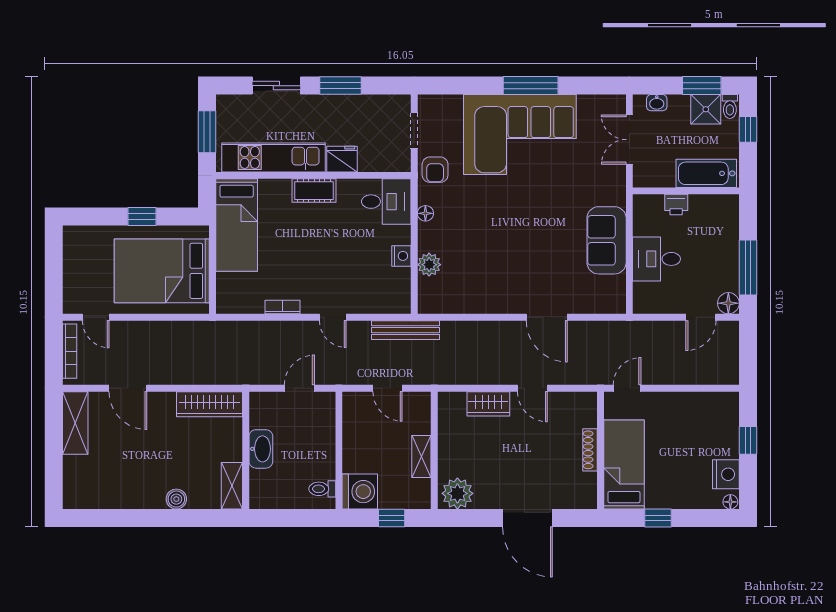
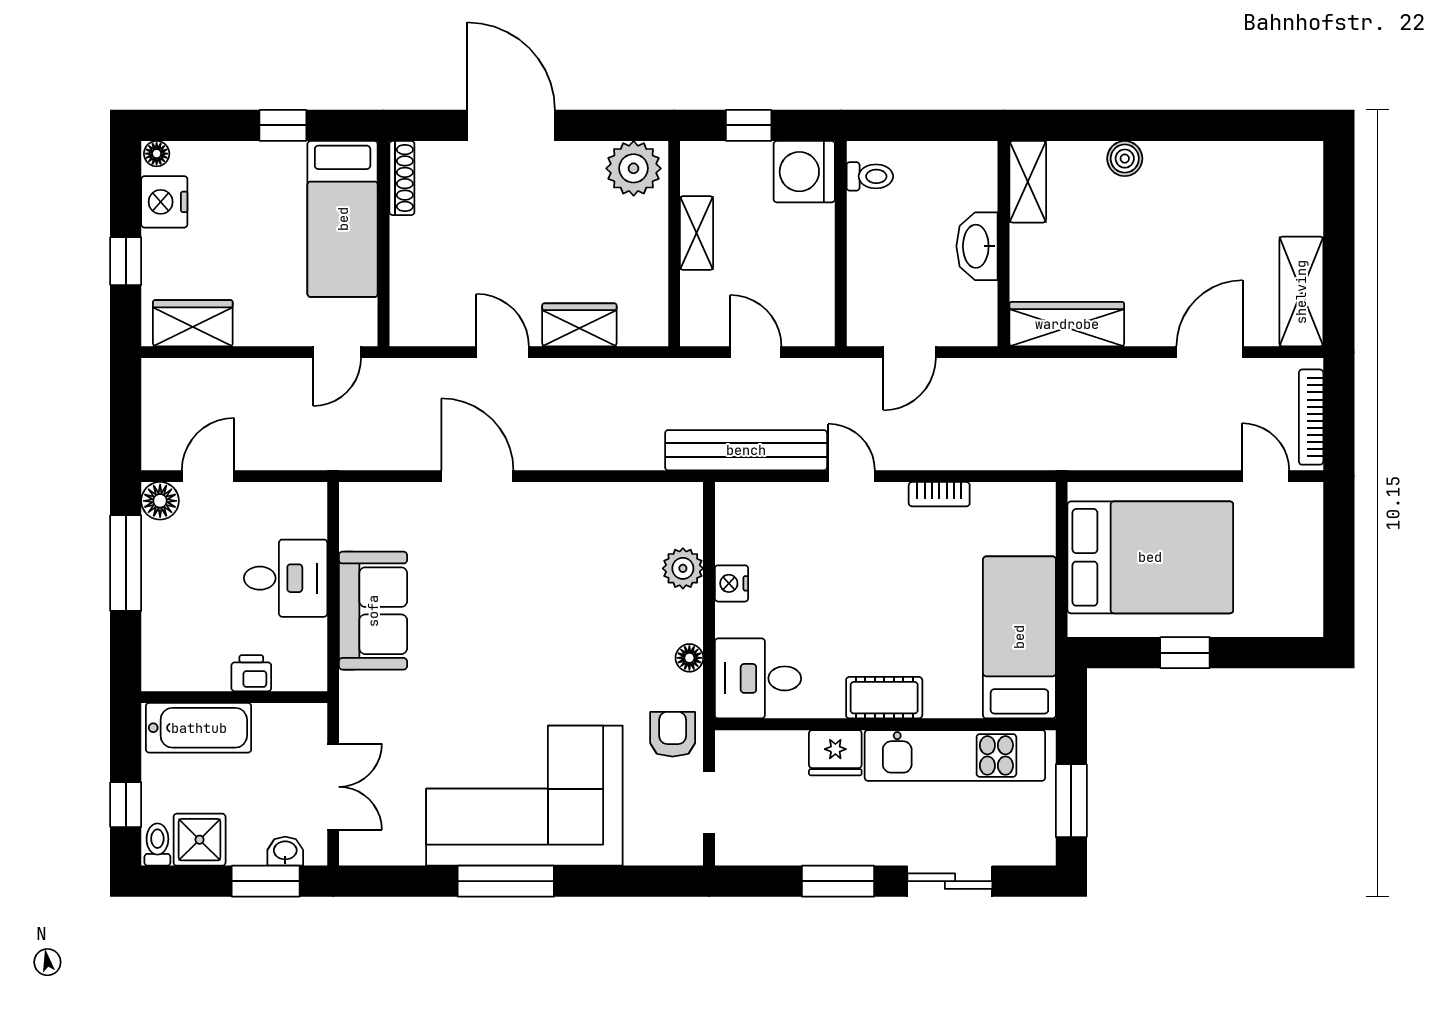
window: (702, 86) -> (266, 881), moved
bench: (405, 330) -> (746, 450), width x1.37, depth x1.21
door: (128, 388) -> (1210, 352), hinge flipped
wardrobe: (710, 405) -> (193, 323), added
shoe rack: (590, 450) -> (402, 178), moved

